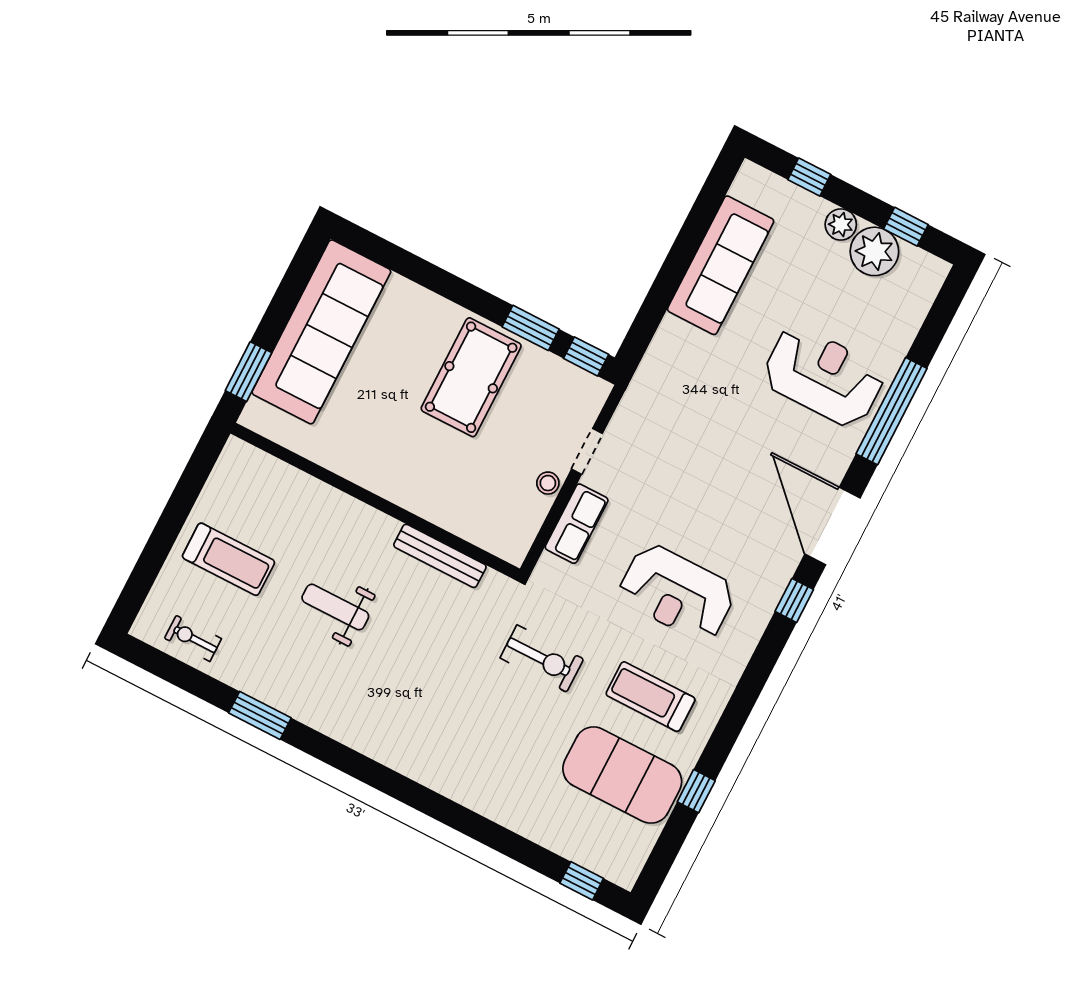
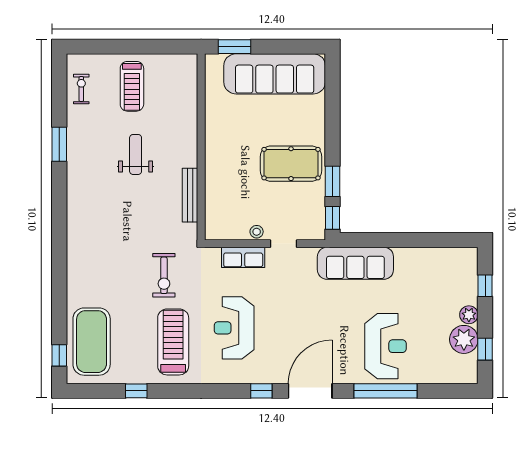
sofa: (721, 265) -> (355, 263), moved
treadmill: (651, 697) -> (173, 342), width x1.37, depth x1.38
exercise mat: (622, 775) -> (92, 342), moved

